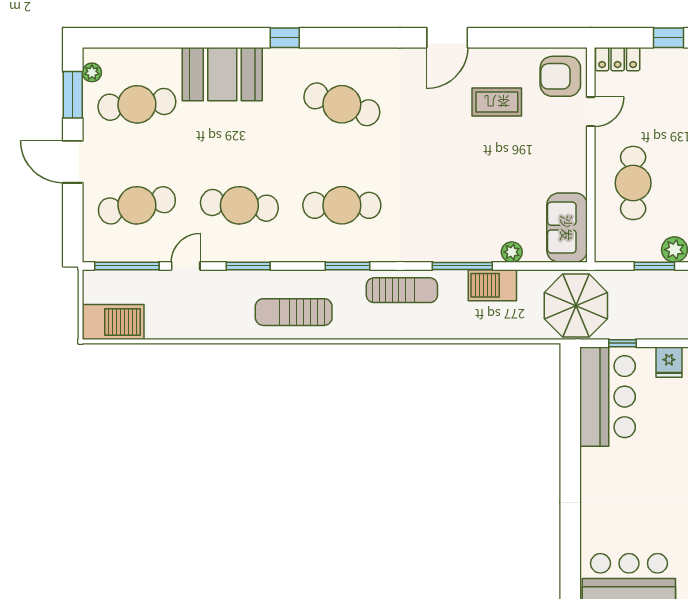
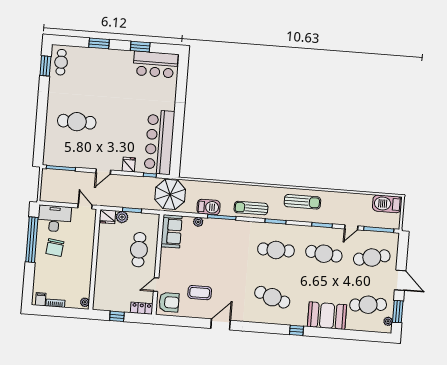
bar counter: (608, 397) -> (159, 142), width x1.36

